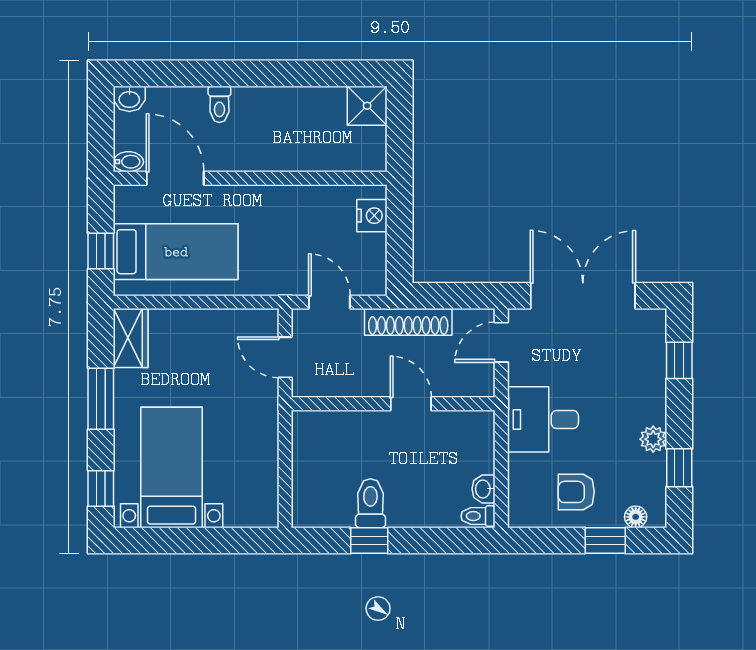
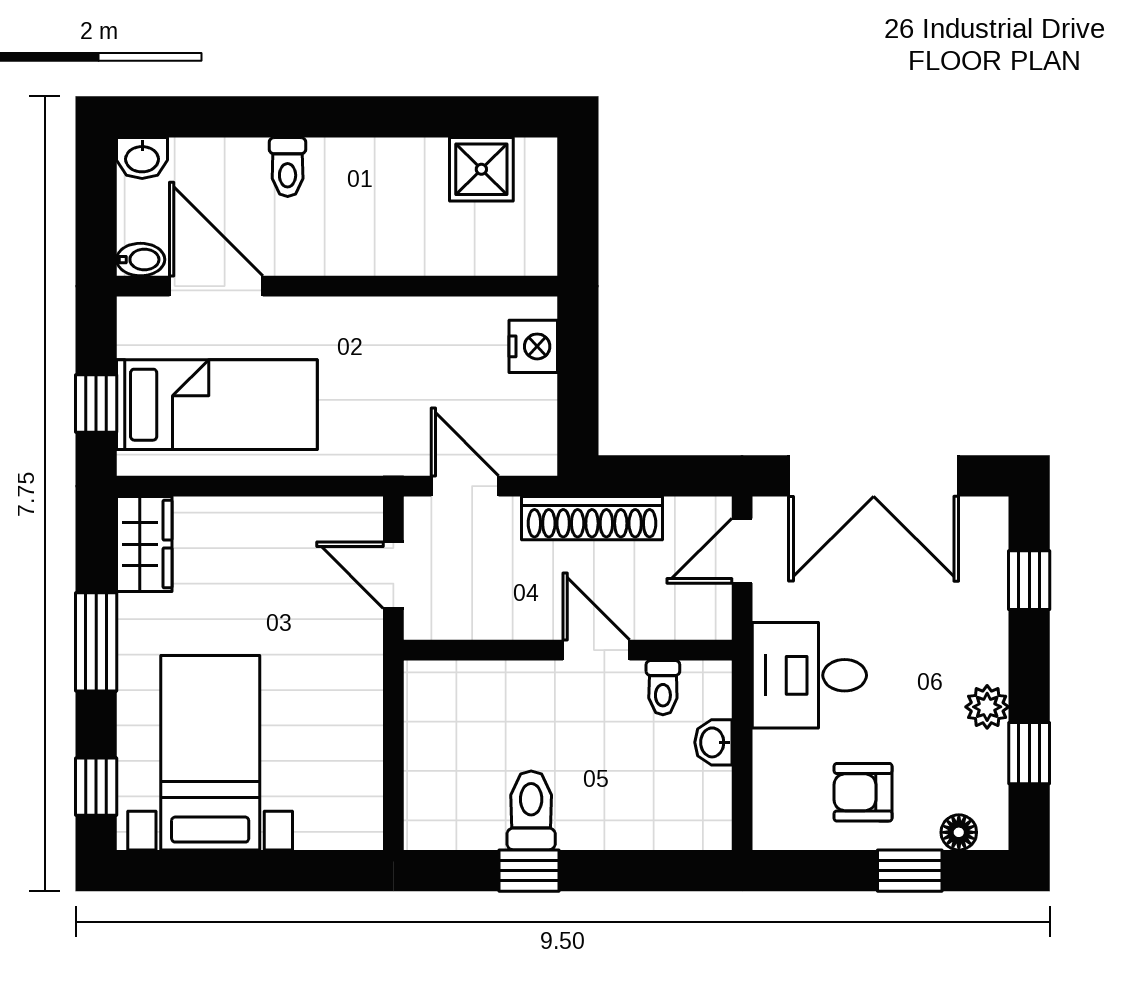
shower: (367, 106) -> (481, 169), moved
double door: (583, 296) -> (874, 476), swing flipped
washbasin: (483, 489) -> (713, 742), moved
toilet: (478, 516) -> (663, 688), moved, turned -90

